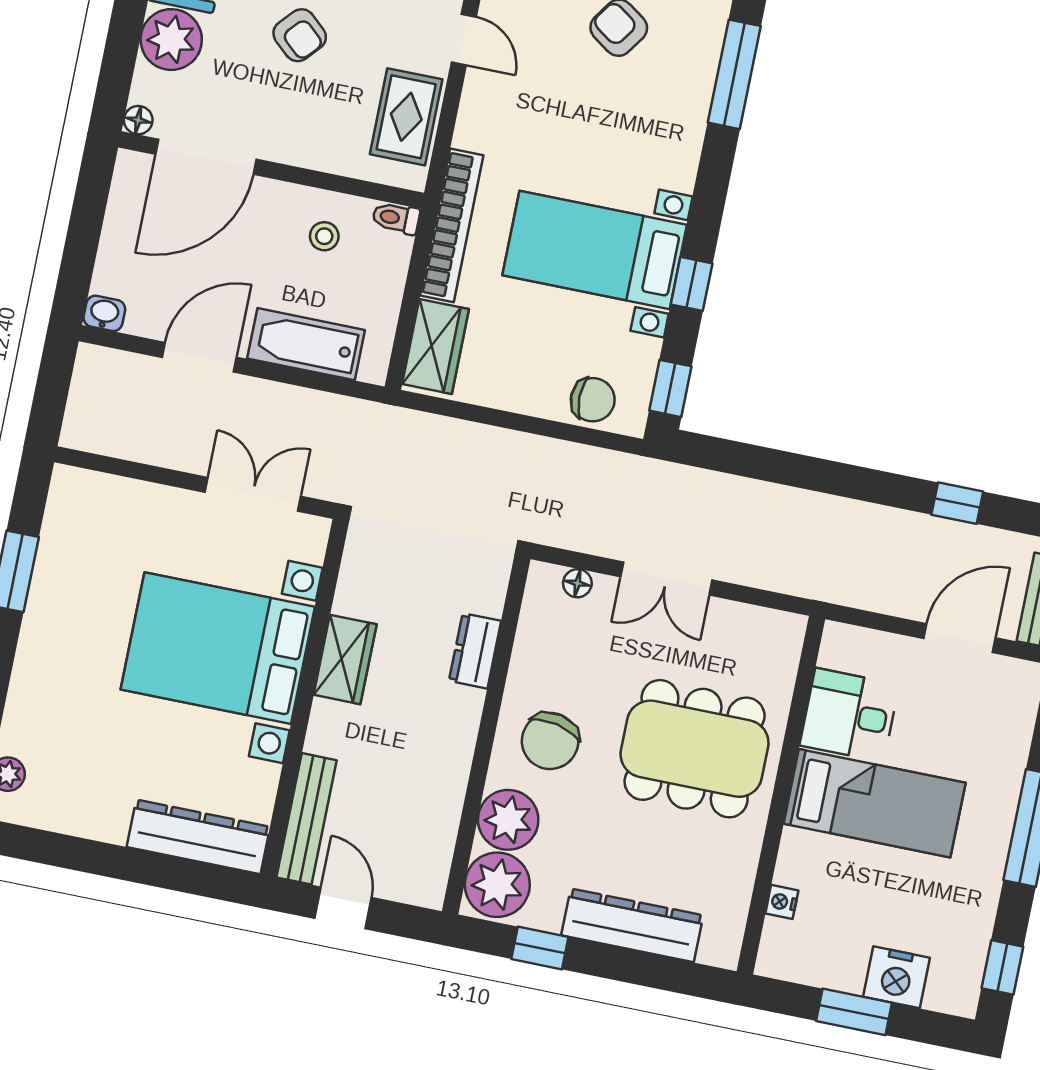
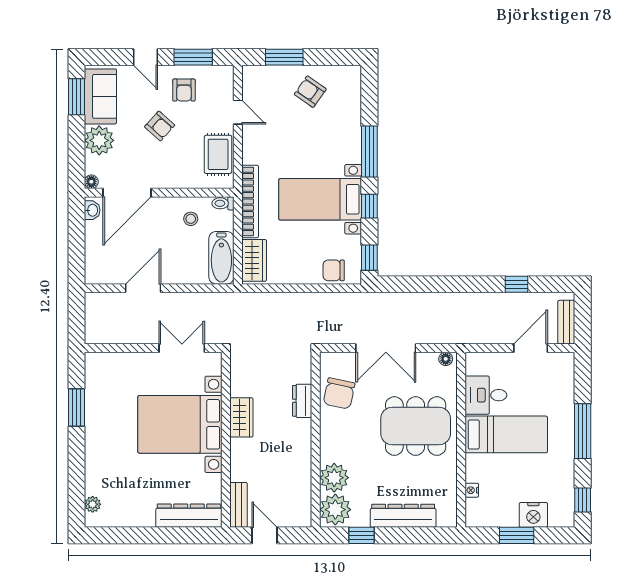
window: (734, 74) -> (369, 152), moved
washbasin: (104, 313) -> (92, 210), moved, turned 90
bathtub: (306, 344) -> (221, 258), moved, turned -90
chair: (593, 400) -> (334, 270), turned 180
double door: (666, 578) -> (386, 348), width x1.37
floor lamp: (577, 583) -> (446, 359), moved
chair: (550, 741) -> (339, 393), moved
bench: (307, 819) -> (239, 505), width x0.73

